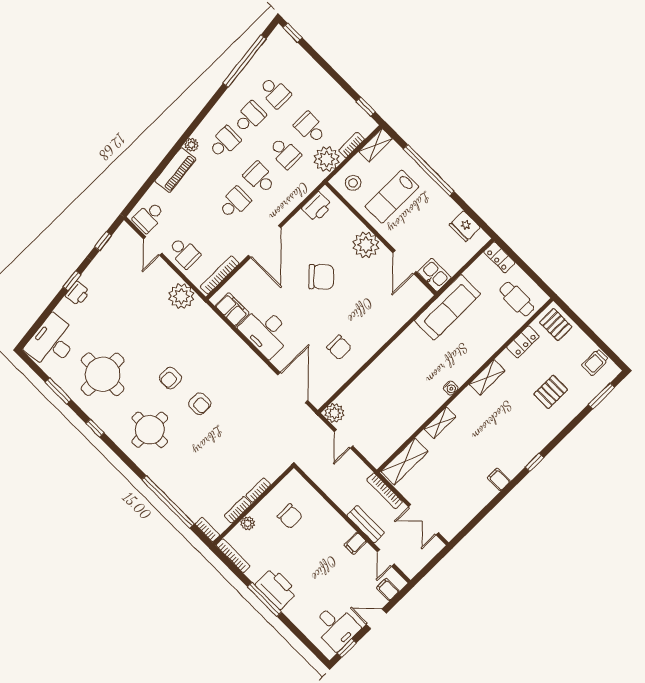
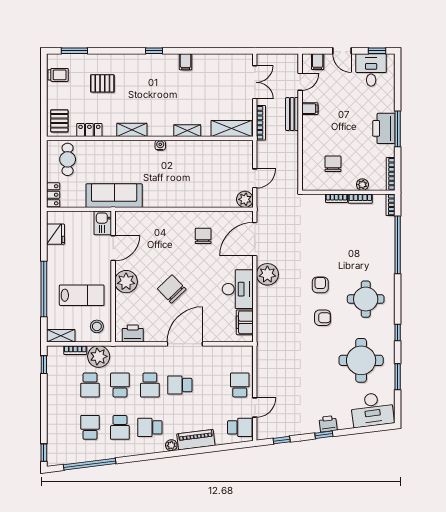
school desk: (250, 117) -> (120, 427), turned -90
bookcase: (220, 275) -> (232, 350), removed
plant: (181, 296) -> (267, 274), moved

